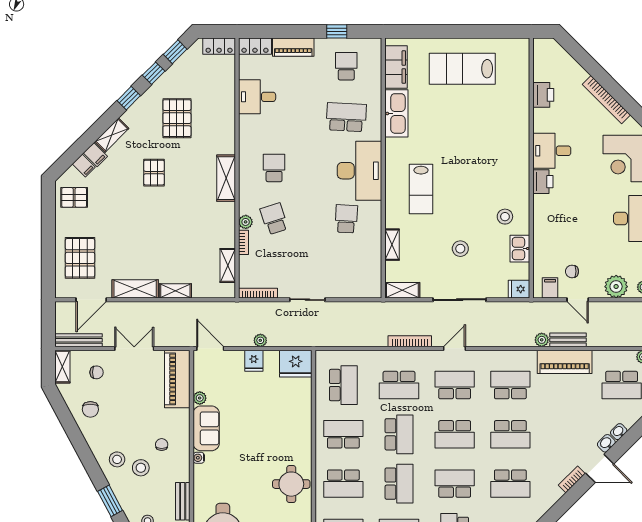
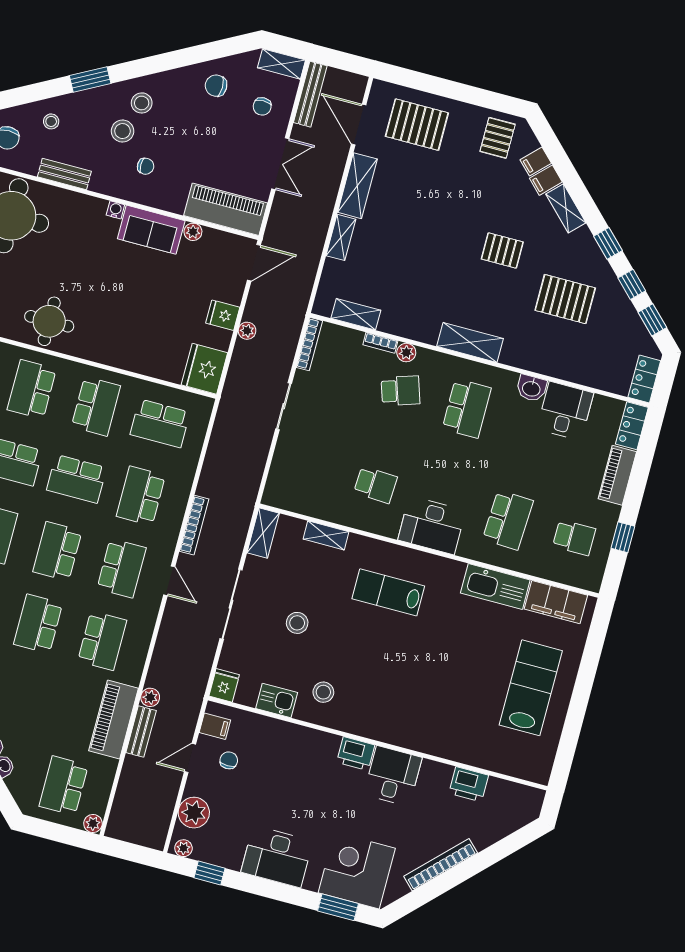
washbasin: (247, 125) -> (531, 388), added
school desk: (274, 168) -> (467, 408), width x1.85
desk: (359, 171) -> (432, 525), width x0.73, depth x0.77

